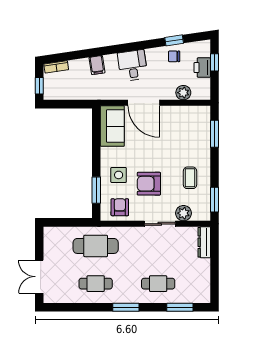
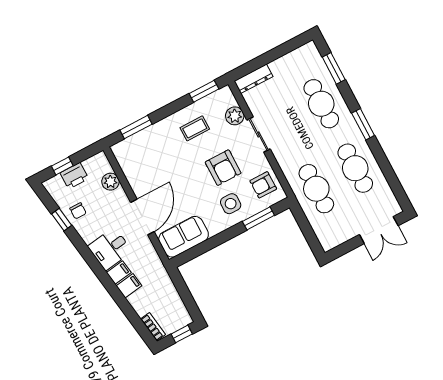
filing cabinet: (111, 63) -> (119, 273), added
cafe table: (96, 284) -> (355, 168), width x1.37, depth x1.35
cafe table: (158, 284) -> (321, 104), width x1.37, depth x1.35

